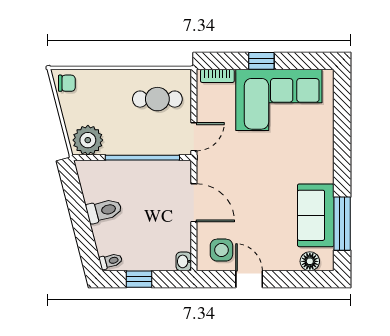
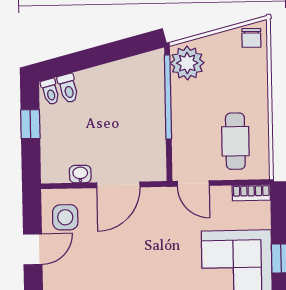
bookcase: (217, 76) -> (251, 193), moved, turned -90
window: (142, 158) -> (168, 97), moved
toilet: (104, 211) -> (68, 88), moved, width x0.73, depth x0.72
washbasin: (184, 261) -> (80, 174), moved

